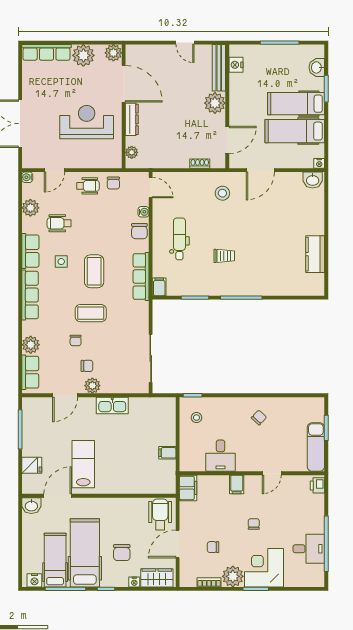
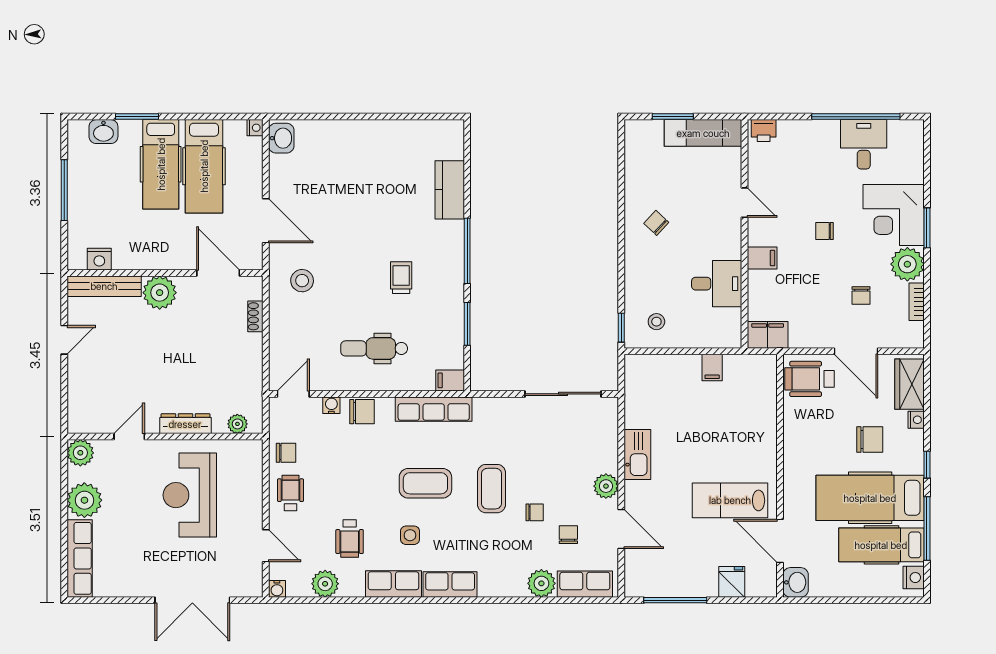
door: (124, 84) -> (129, 437), width x0.53
kitchen counter: (315, 254) -> (450, 190), moved, turned 90
row of seats: (30, 295) -> (450, 584), width x0.68
chair: (87, 366) -> (568, 535), moved

